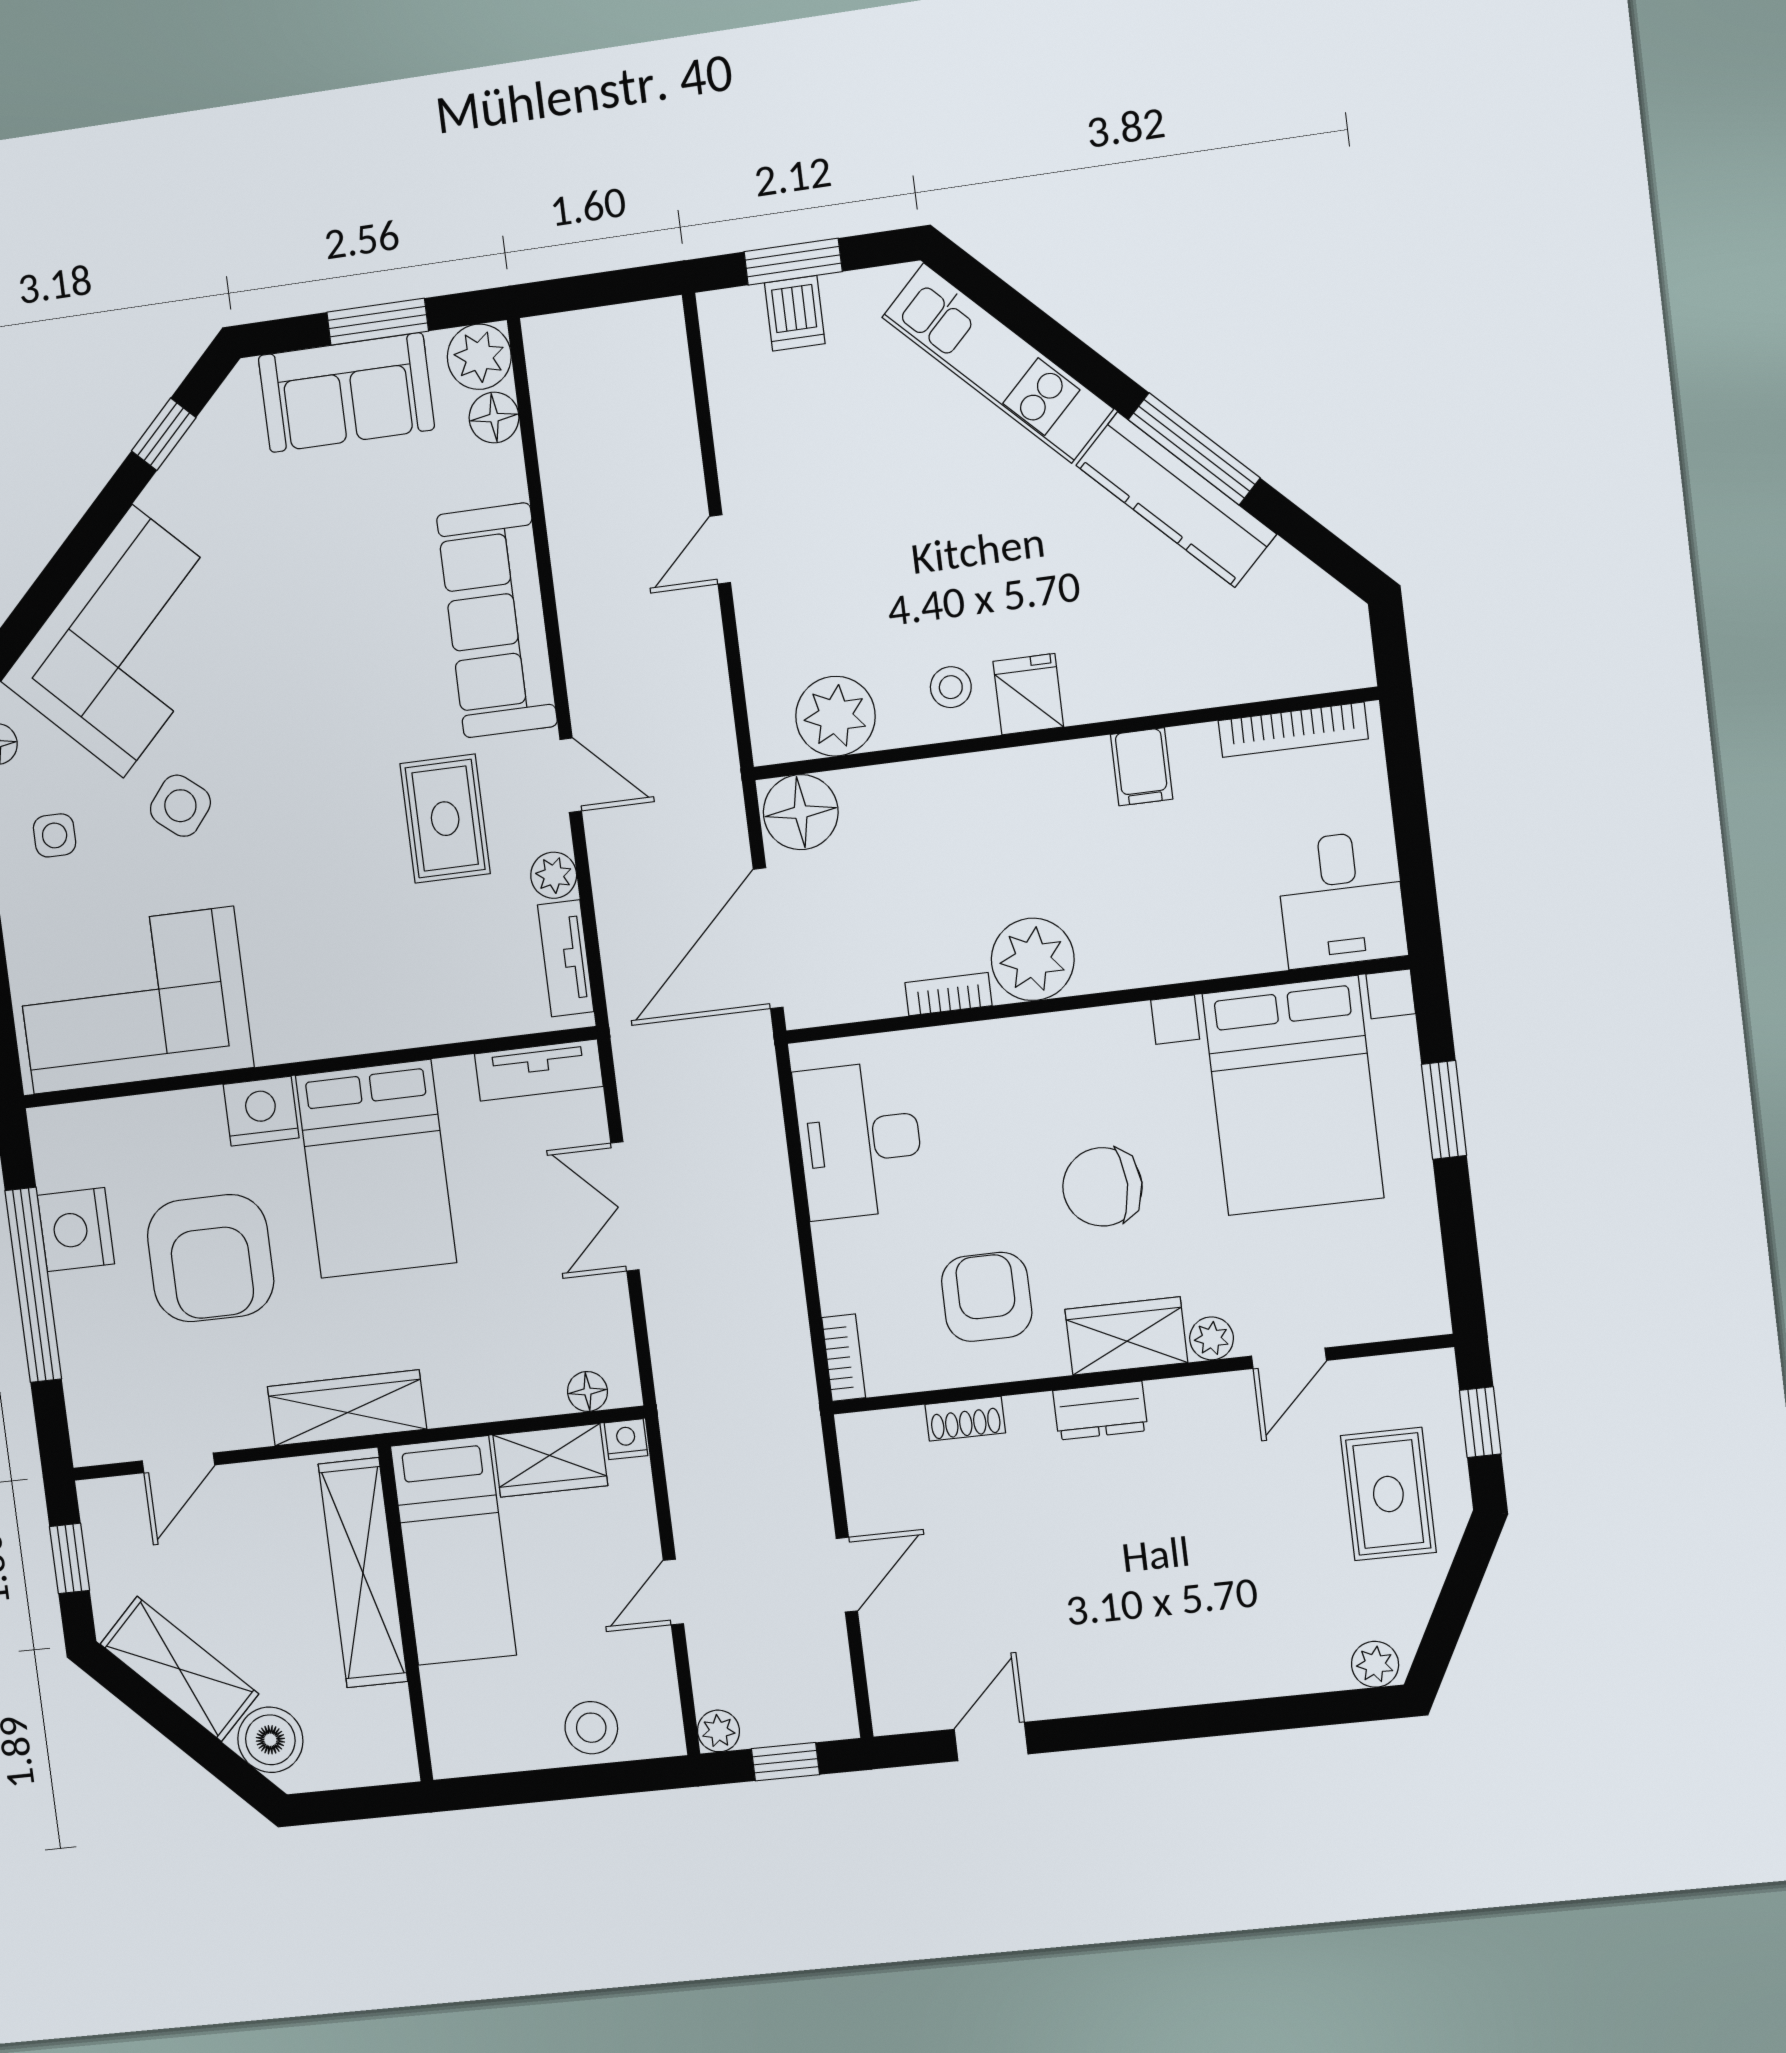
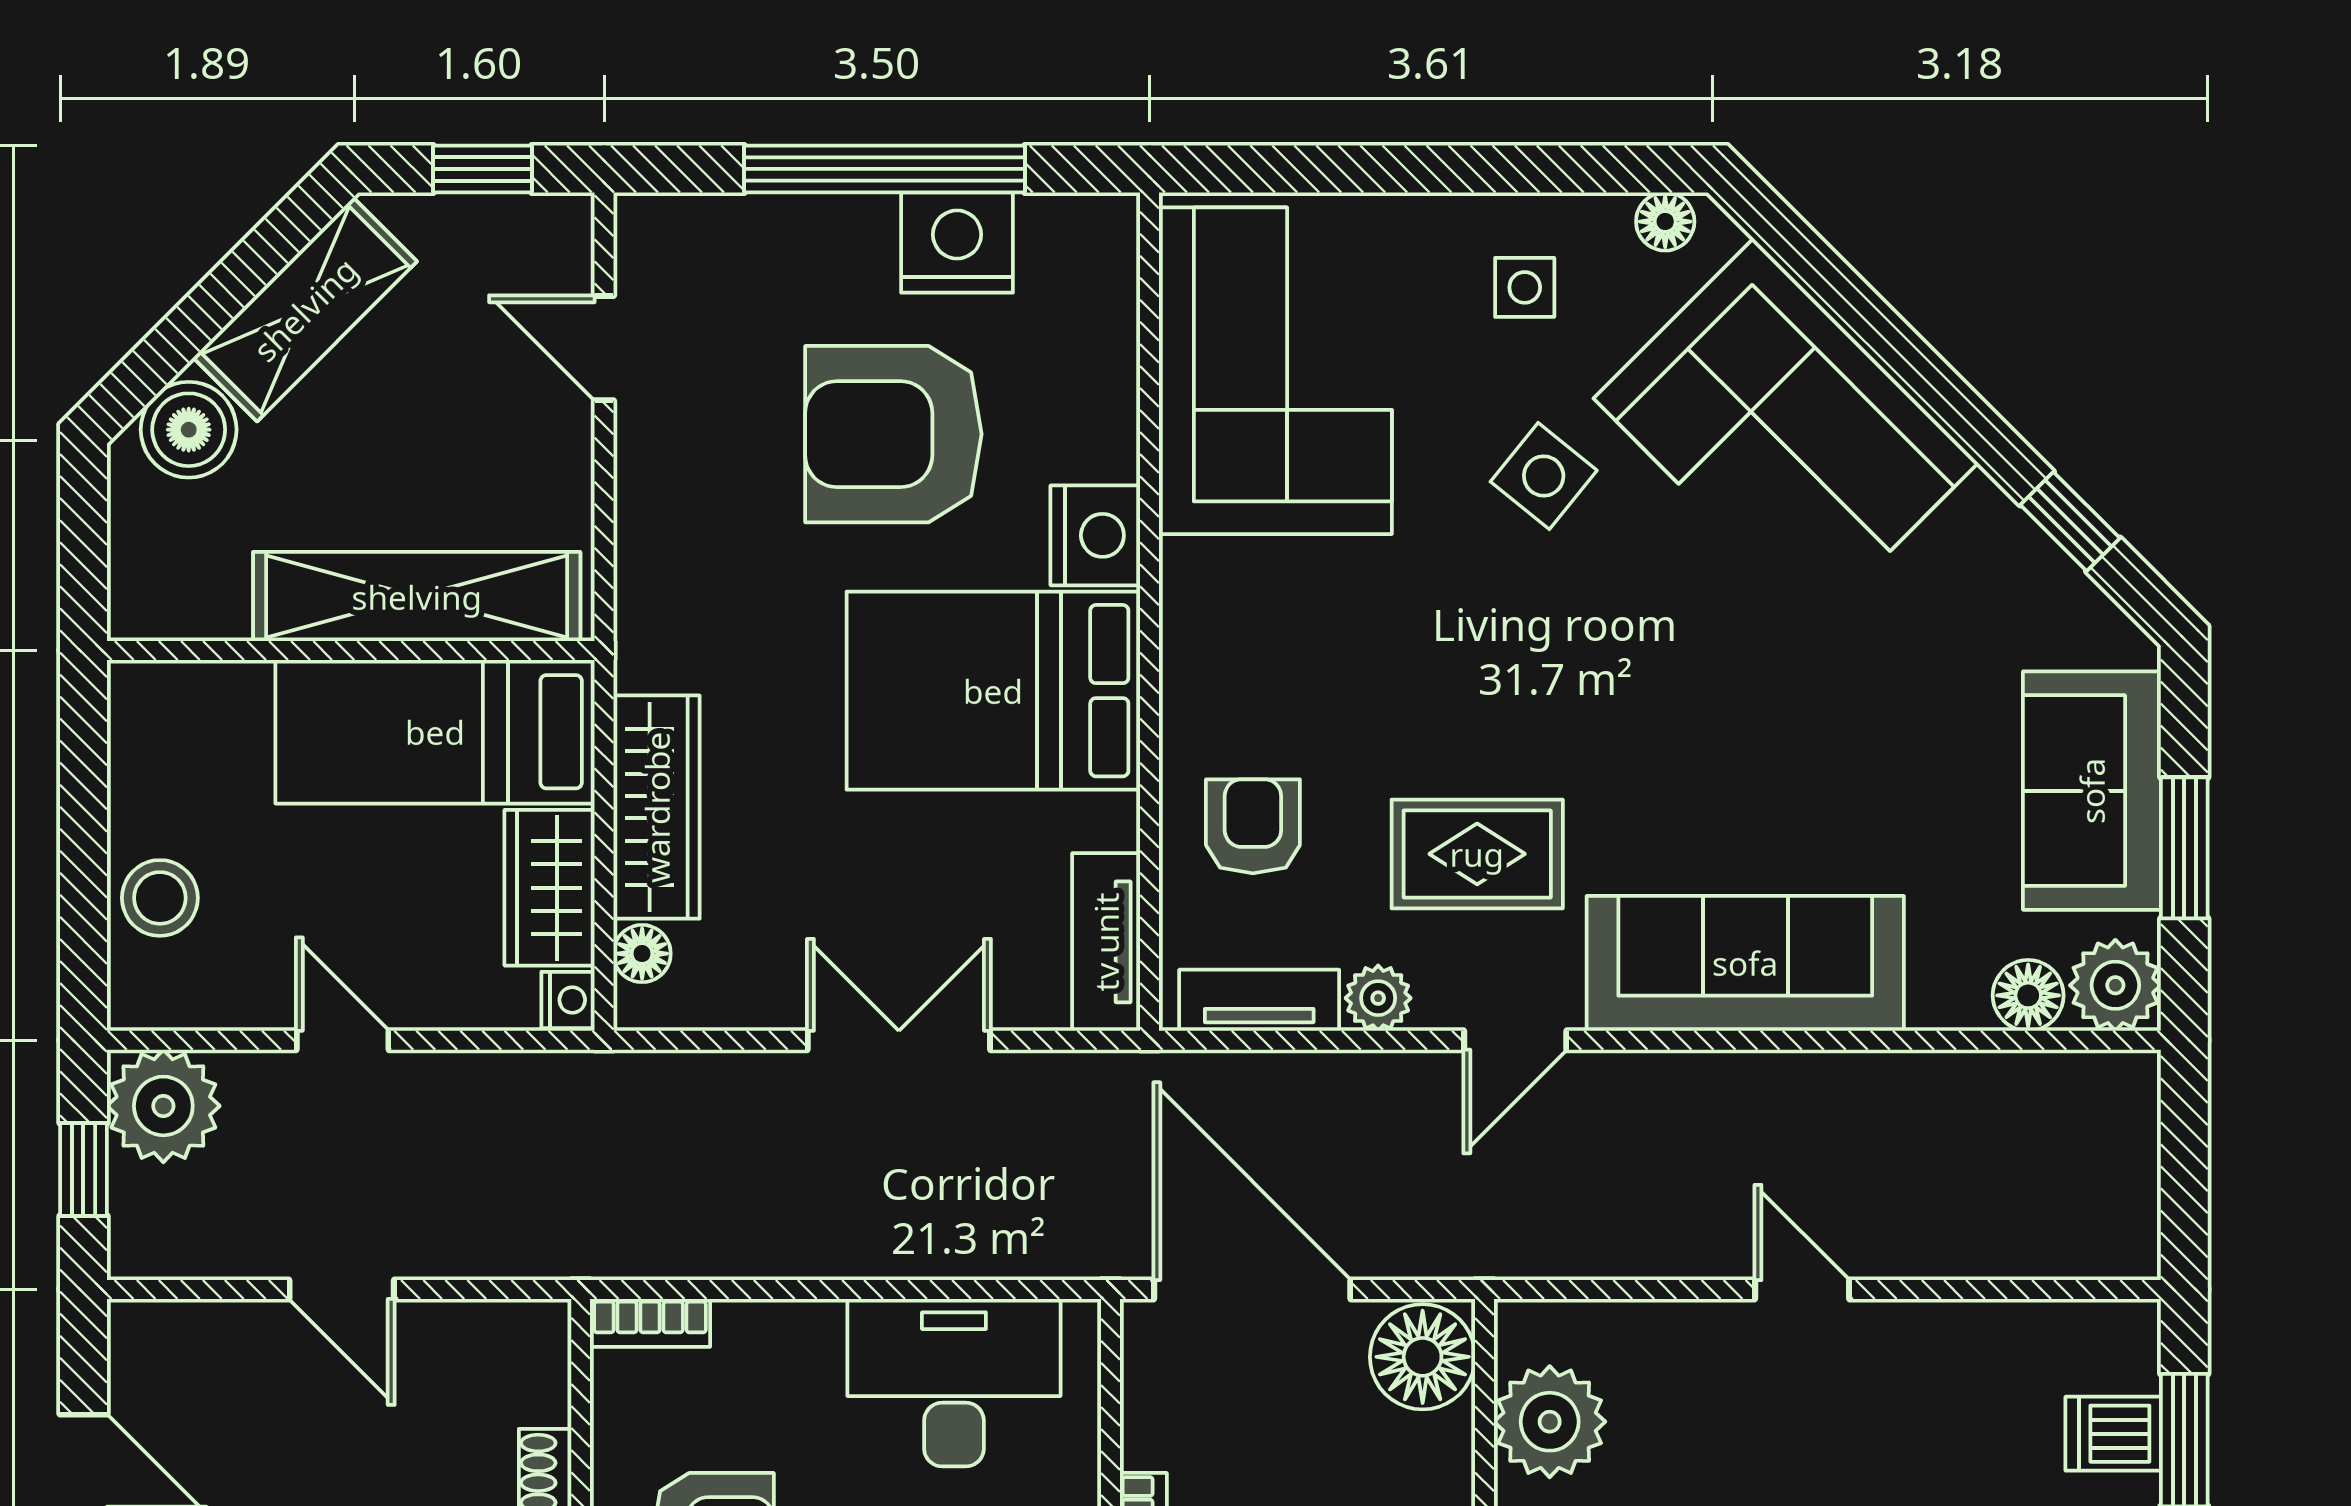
armchair: (446, 978) -> (1253, 826), added
wardrobe: (347, 1408) -> (657, 807), moved
plant: (718, 1731) -> (163, 1106), width x1.87, depth x1.87

